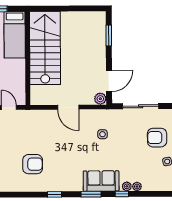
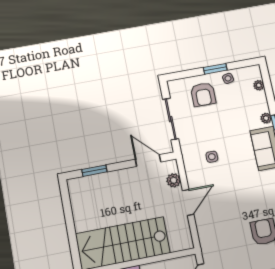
plant: (100, 99) -> (174, 180), moved
plant: (137, 186) -> (259, 85), moved

